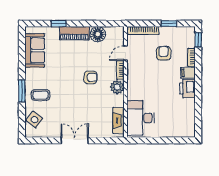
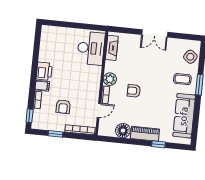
sofa: (35, 50) -> (184, 116), width x1.36

